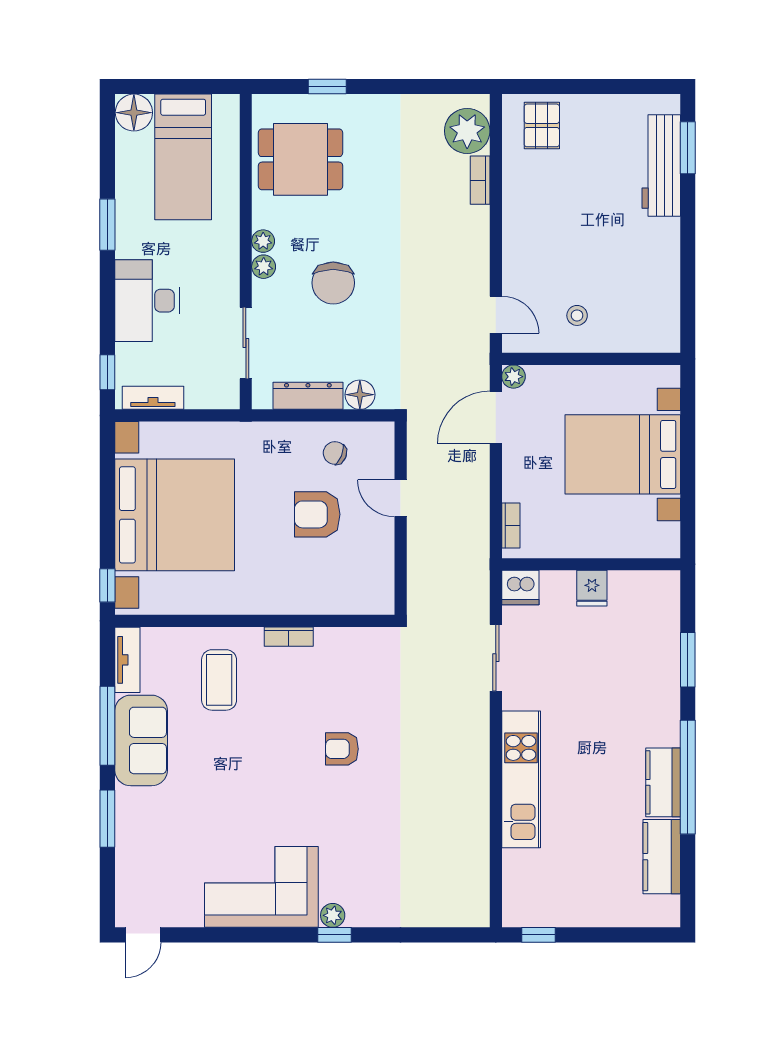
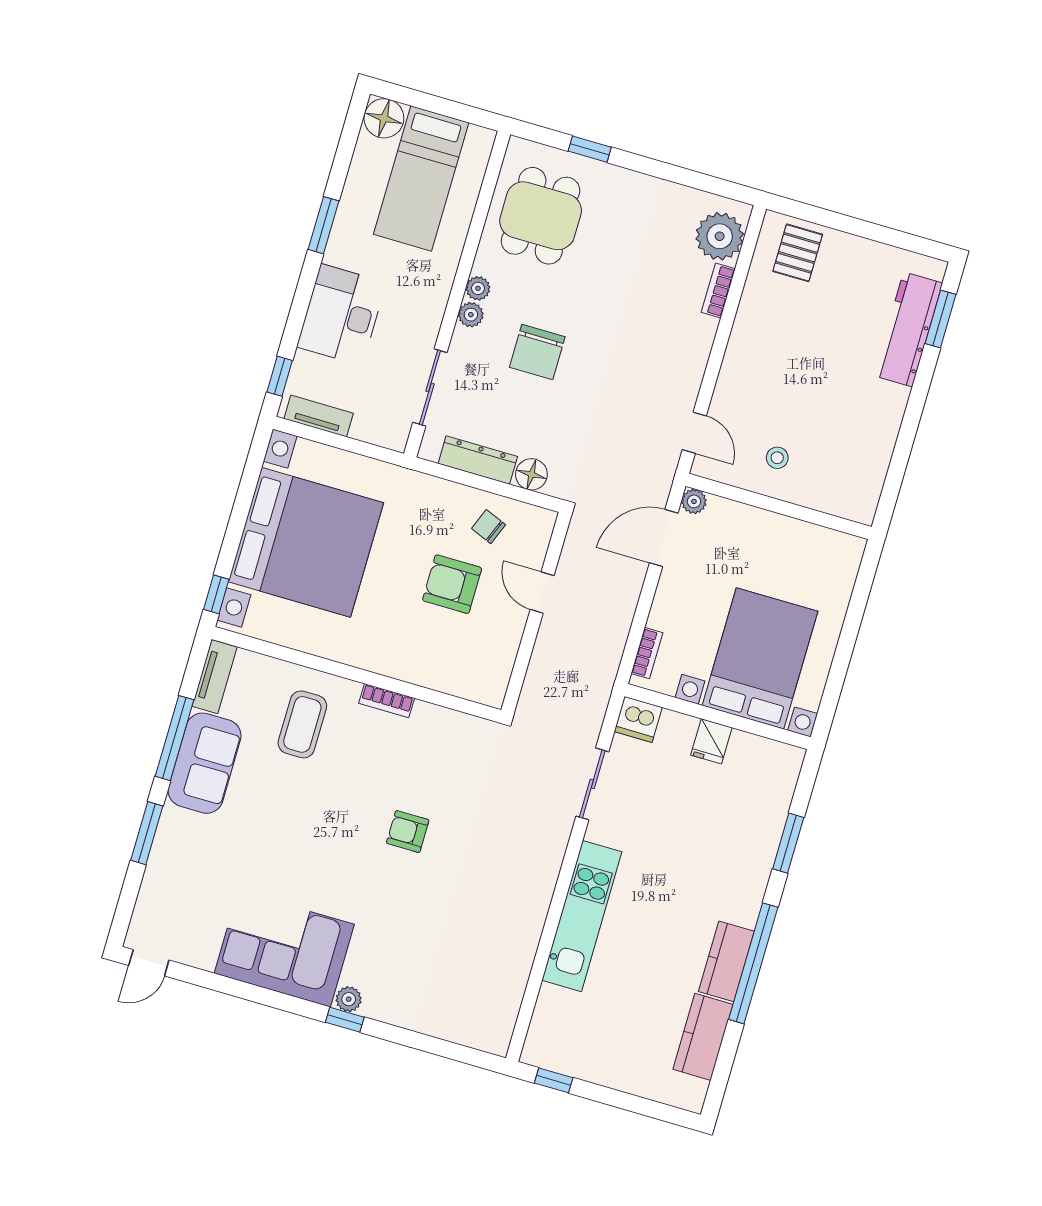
dining table: (300, 159) -> (541, 216), turned 90
bed with nightstands: (623, 454) -> (760, 658), moved, turned 90

